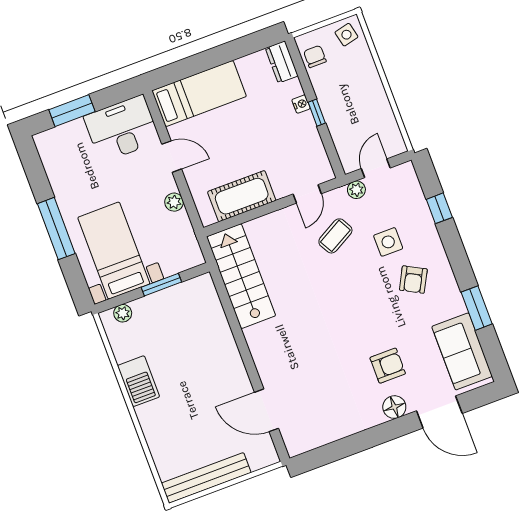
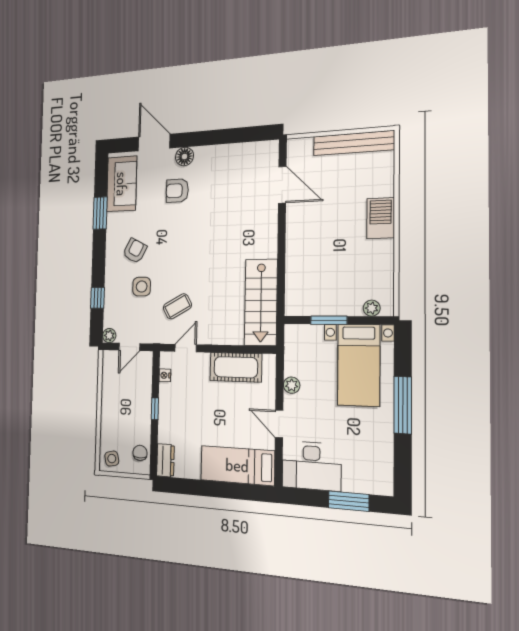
chair: (315, 56) -> (140, 453), turned 180
nightstand: (301, 104) -> (165, 375), moved
plant: (356, 190) -> (109, 336), moved
barbecue: (138, 381) -> (381, 218), moved

